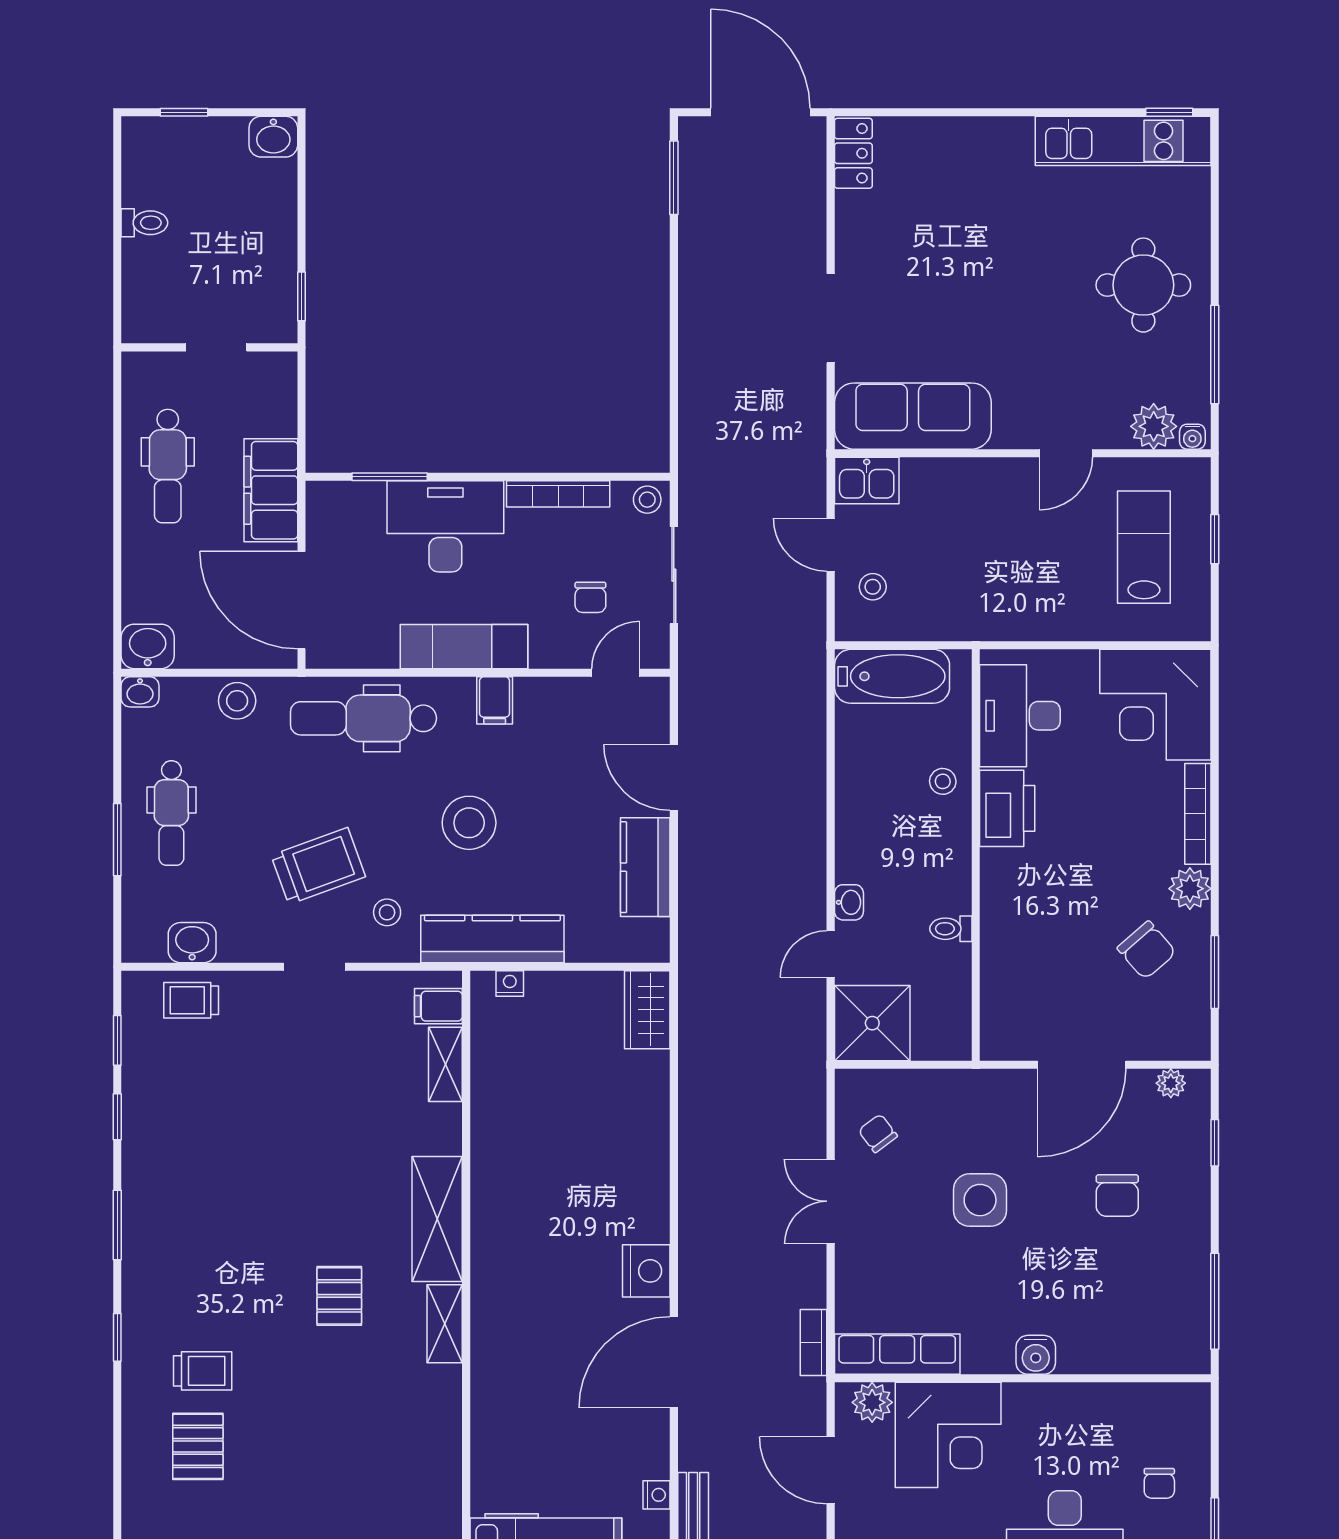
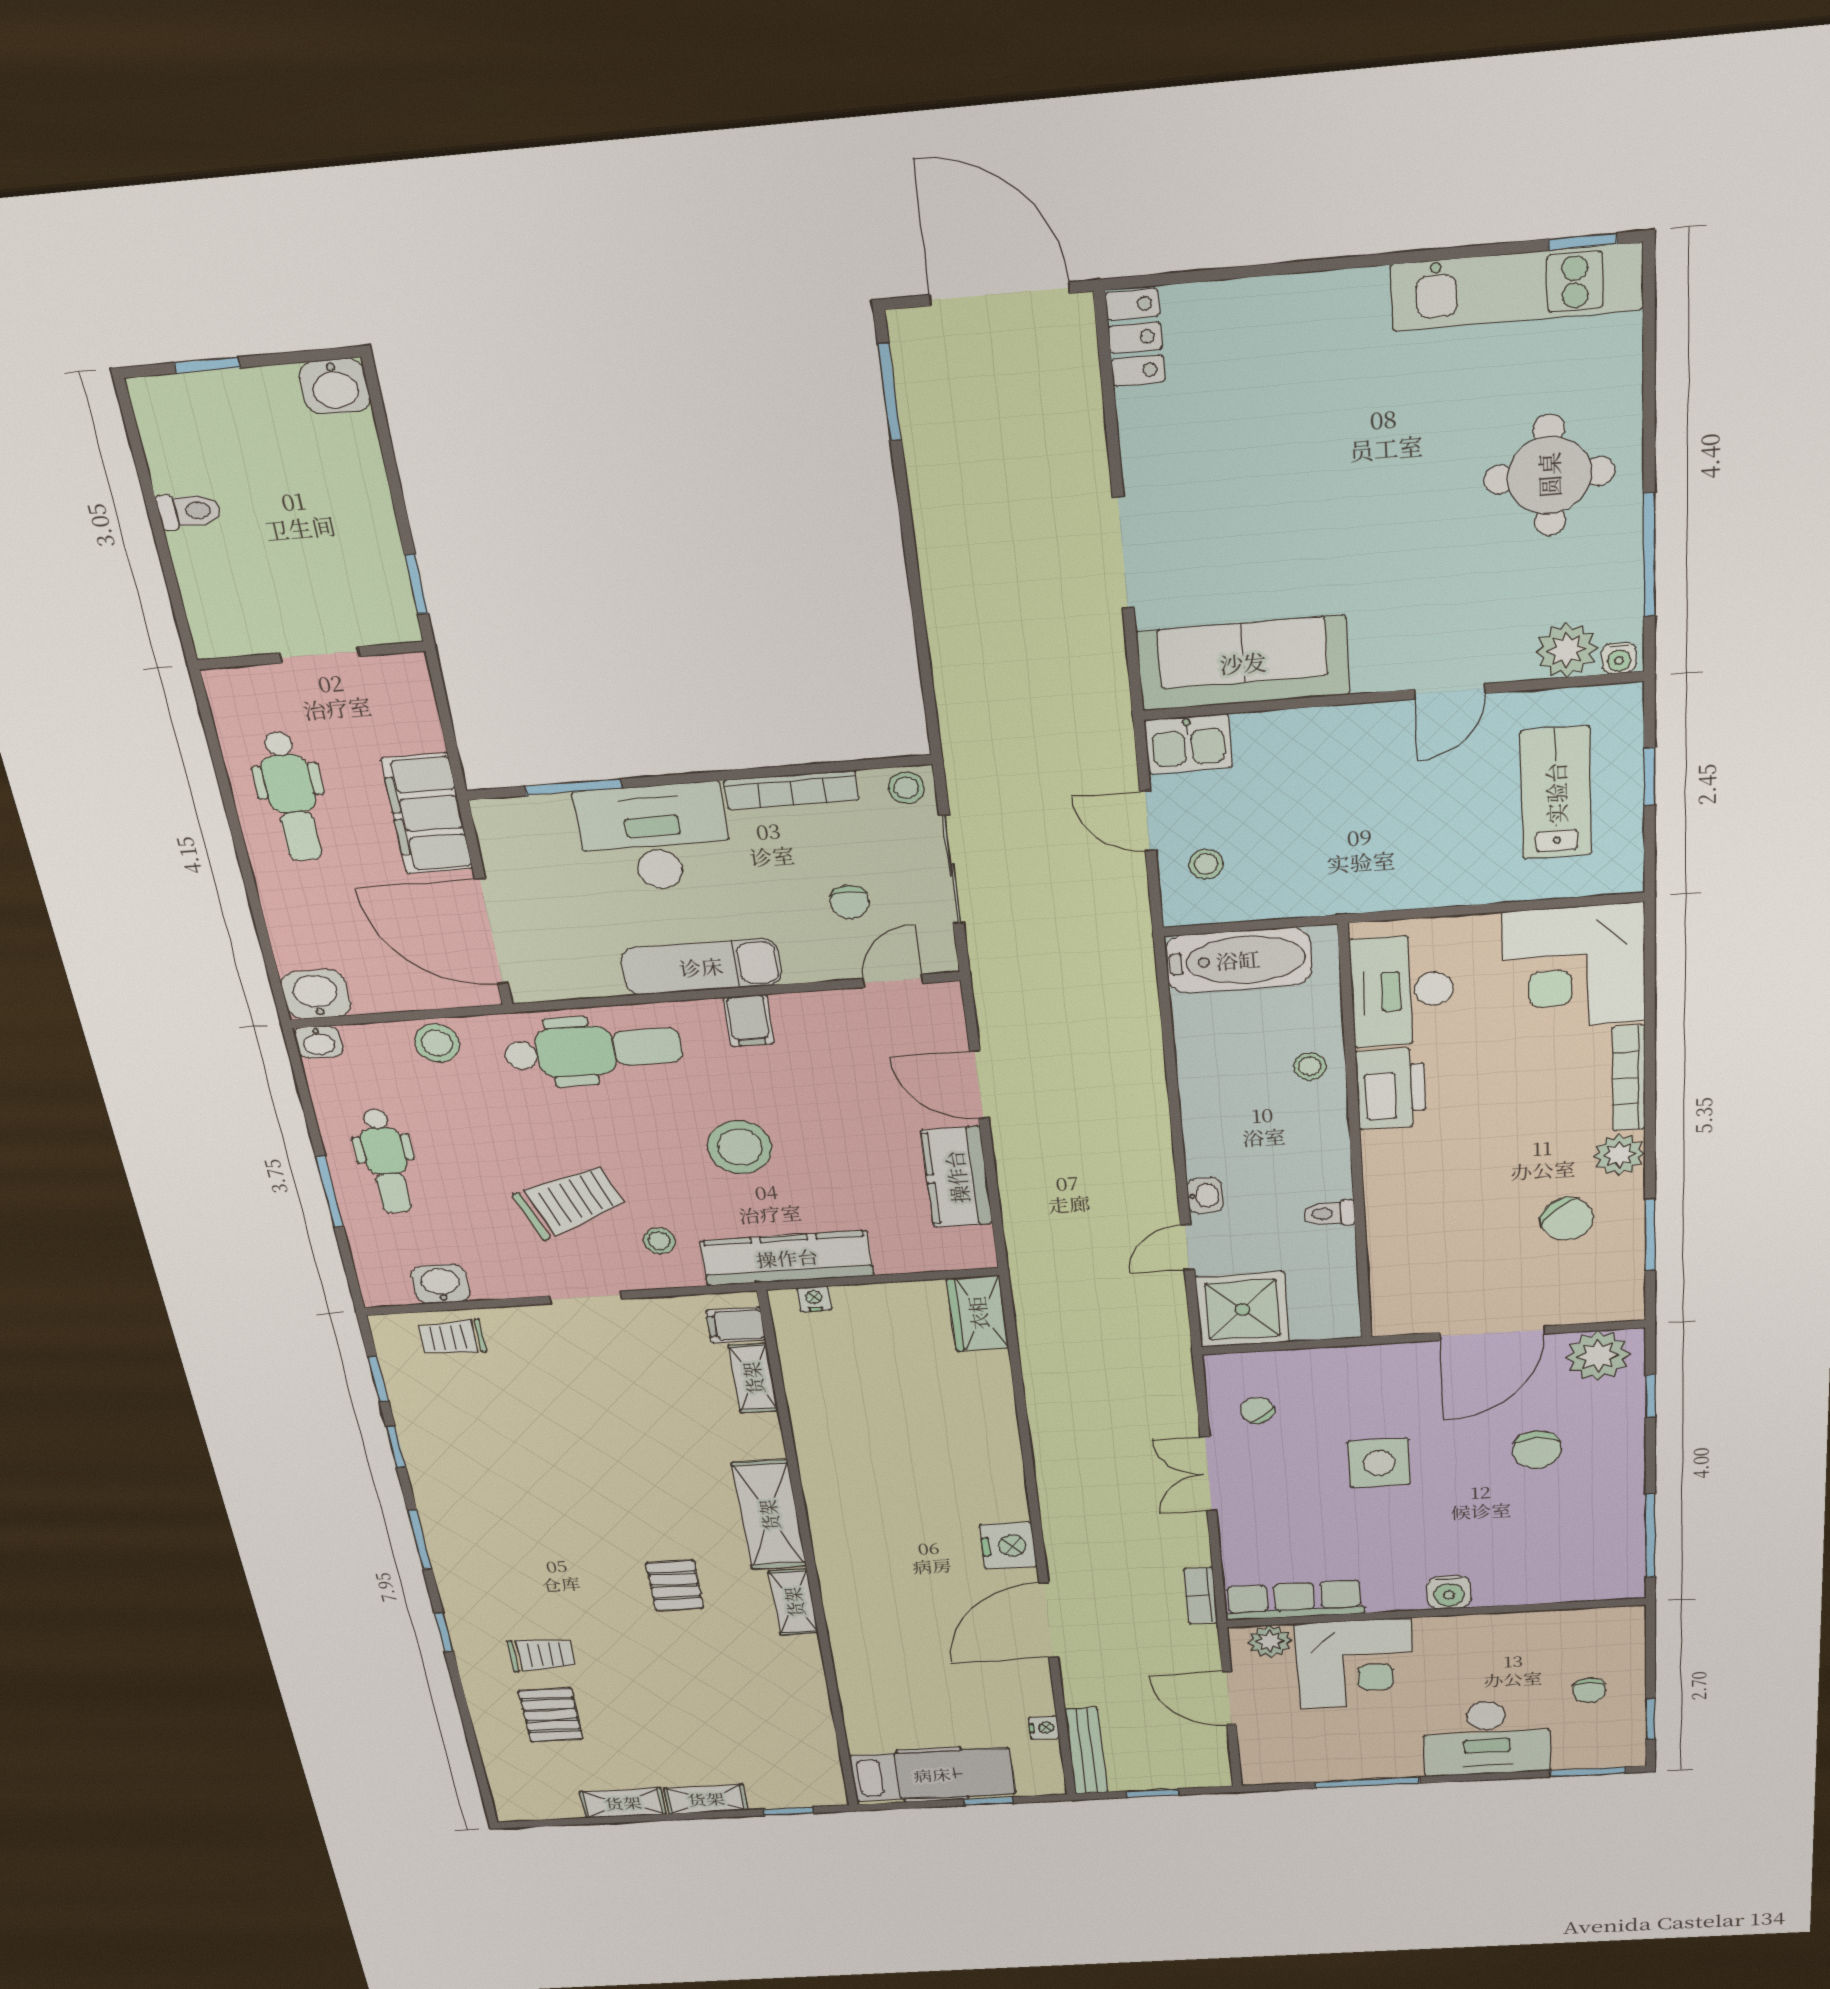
dental chair: (364, 718) -> (593, 1050), turned 180
plant: (1171, 1083) -> (1598, 1356), width x1.88, depth x1.88

